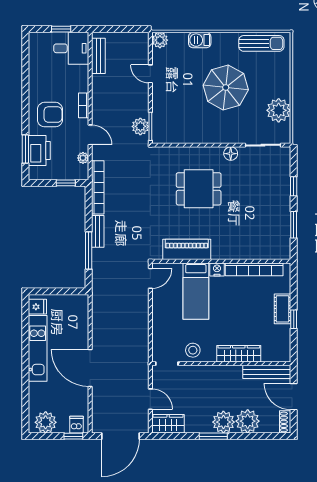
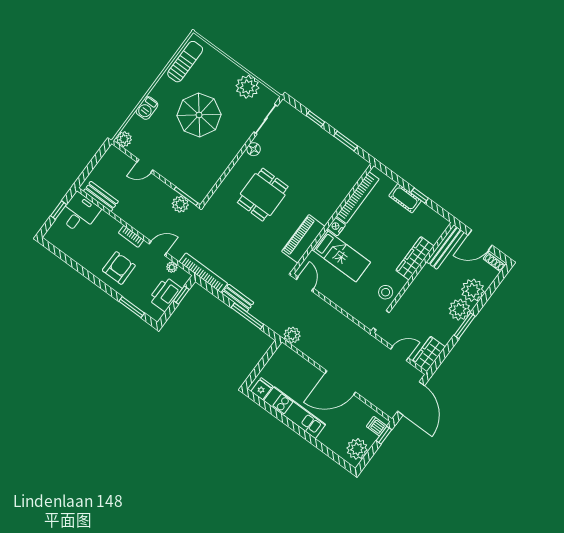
printer: (39, 151) -> (165, 294), moved, turned -90
plant: (100, 299) -> (292, 335), added

